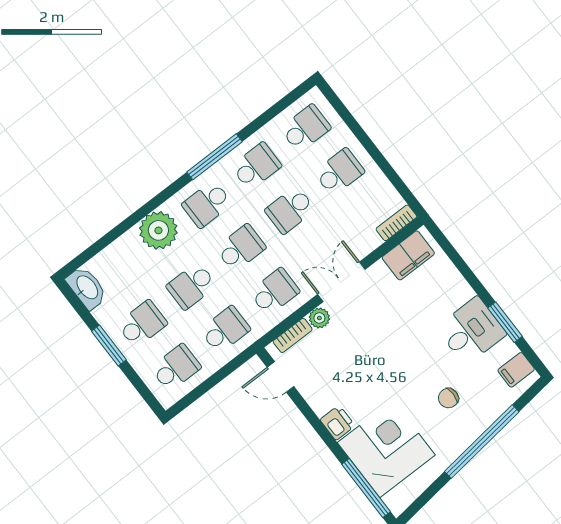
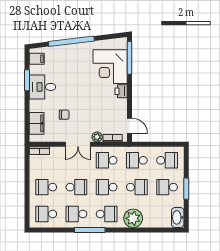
filing cabinet: (408, 255) -> (37, 123), moved, turned 90
school desk: (176, 368) -> (167, 160), turned 180
chair: (448, 398) -> (64, 115), moved

